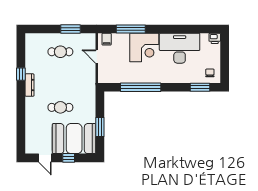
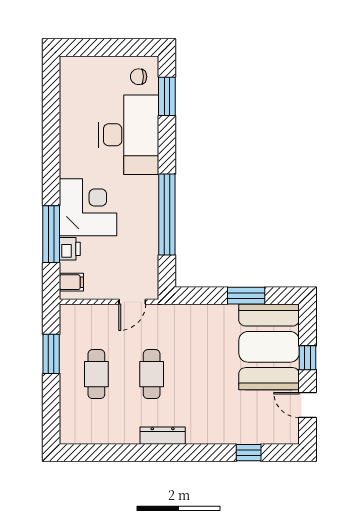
printer: (215, 38) -> (70, 249), moved
desk: (180, 48) -> (129, 135), moved, turned 180
door: (97, 57) -> (132, 302), moved
window: (21, 74) -> (249, 453), moved
cafe table: (60, 107) -> (152, 374), moved
door: (45, 158) -> (307, 405), swing flipped

